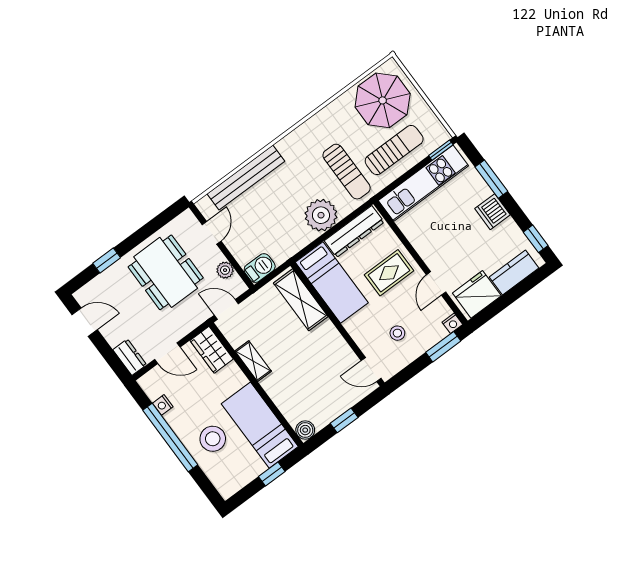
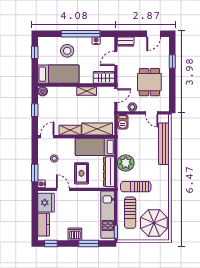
dining table: (166, 272) -> (149, 82), width x0.73
shelving: (334, 341) -> (70, 130), added
window: (272, 474) -> (35, 52), moved

